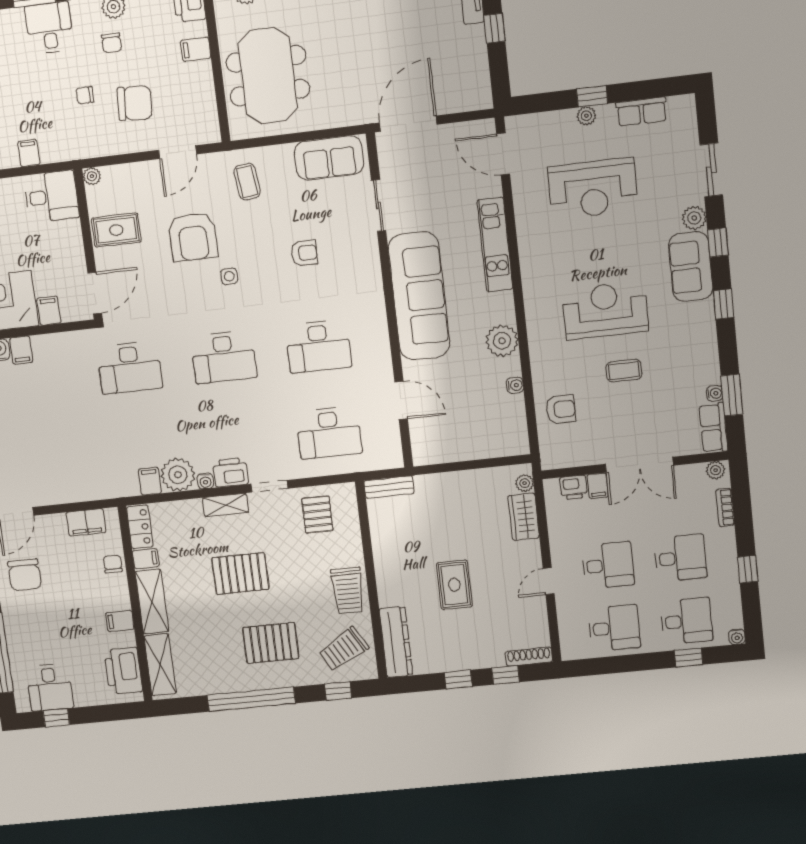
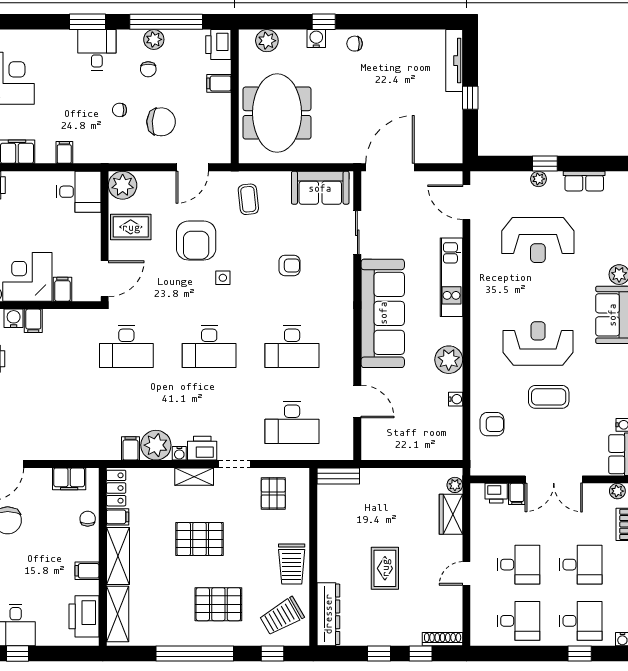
plant: (92, 176) -> (123, 185), width x1.88, depth x1.88
coffee table: (624, 371) -> (549, 397), width x1.36, depth x1.30

